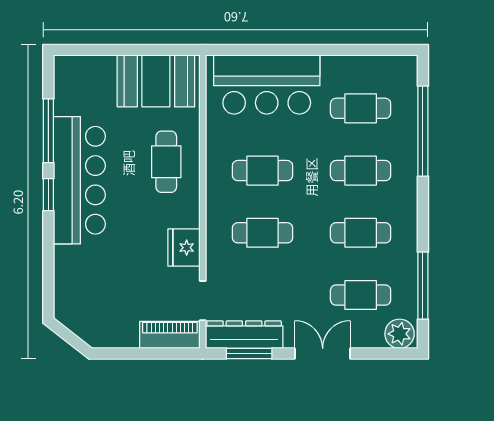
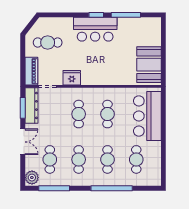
window: (423, 131) -> (112, 188), moved
cafe table: (166, 162) -> (48, 43), moved
bar counter: (79, 180) -> (95, 29), width x0.73

